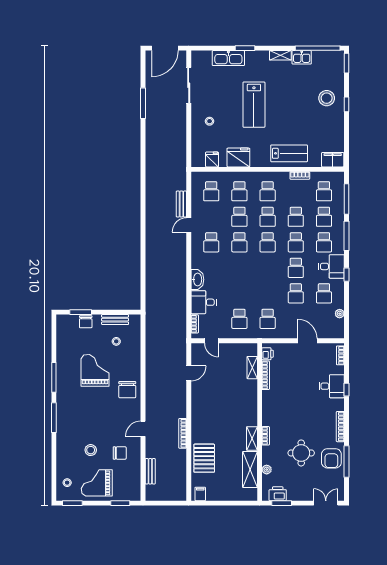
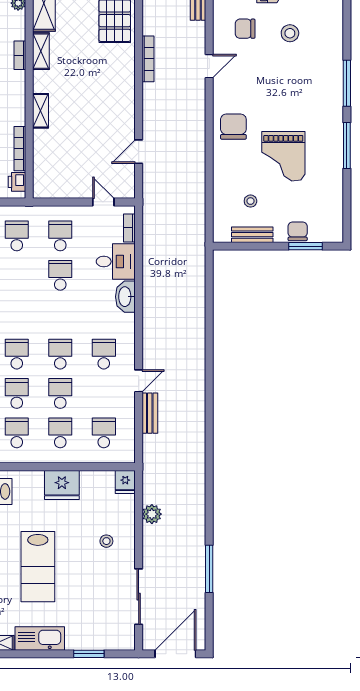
window: (245, 48) -> (89, 654), moved
kitchen sink: (228, 58) -> (40, 639), moved
lab bench: (254, 105) -> (38, 567), turned 180
plant: (180, 139) -> (152, 514), added
fridge: (212, 159) -> (125, 482), moved
school desk: (239, 293) -> (60, 275), added
shelving: (252, 368) -> (40, 111), moved

